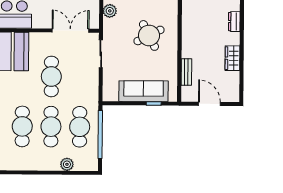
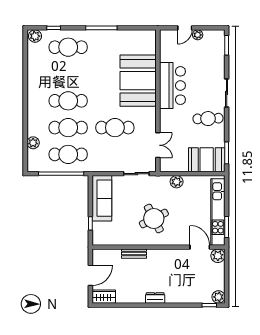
dresser: (234, 22) -> (155, 298), moved
double door: (70, 31) -> (158, 145), width x0.73
wardrobe: (232, 58) -> (104, 297), moved
bench: (186, 72) -> (134, 254), moved
sofa: (144, 91) -> (102, 198), moved

